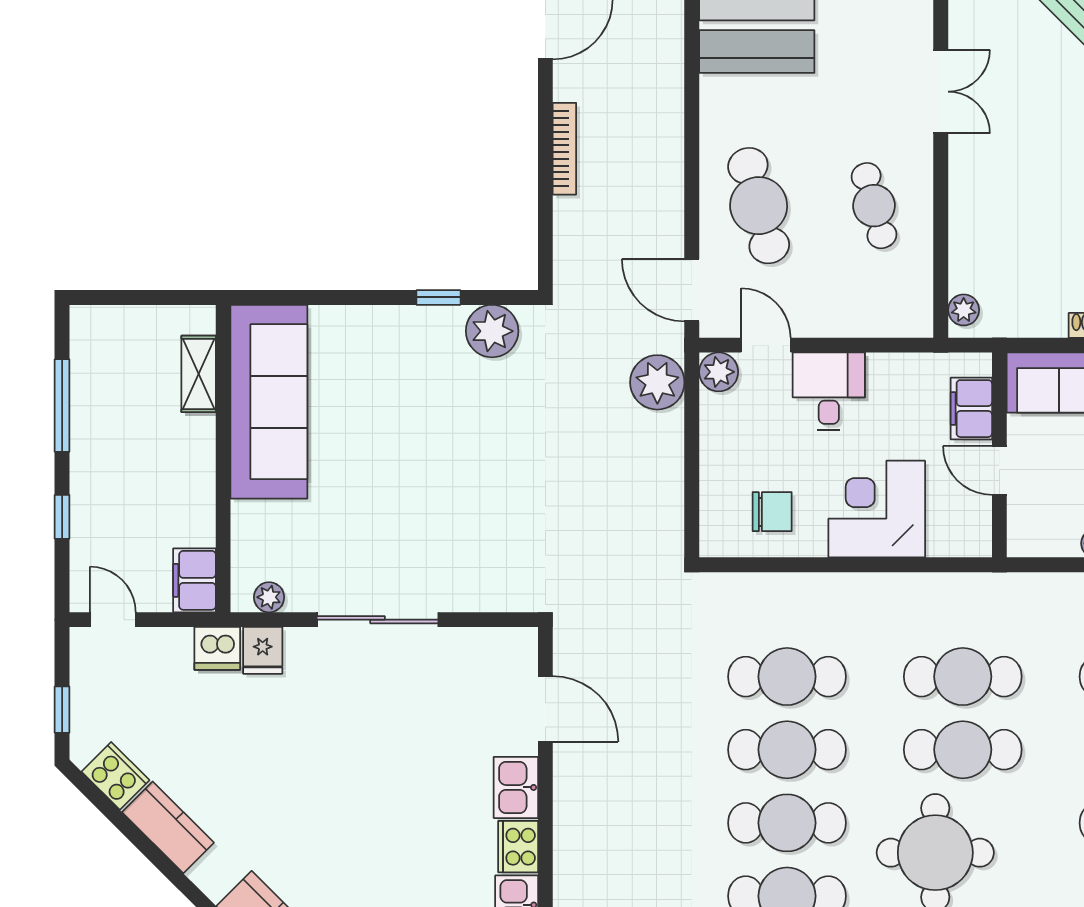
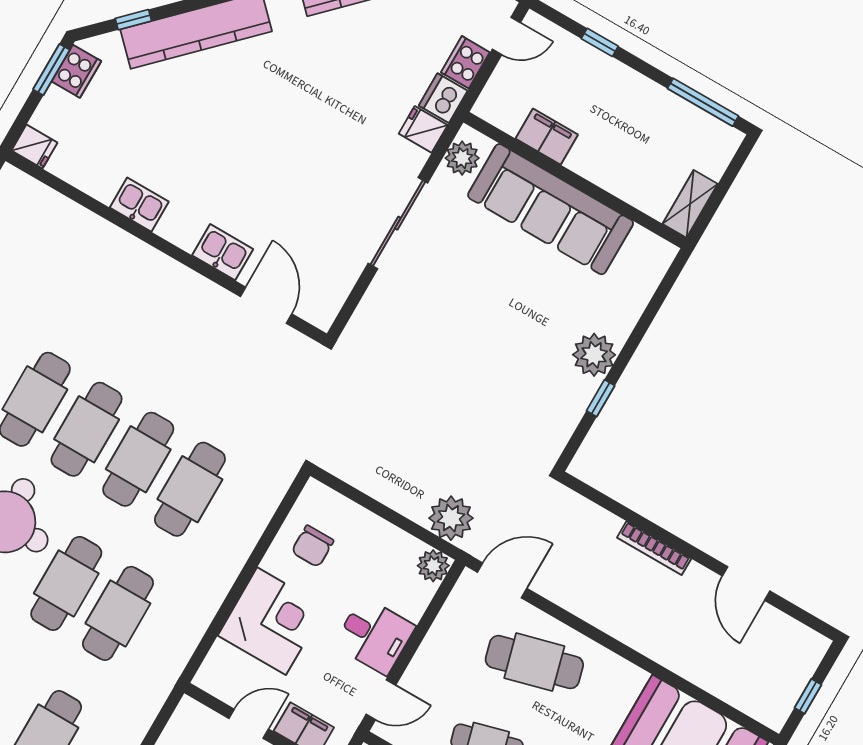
plant: (492, 331) -> (594, 355), moved
door: (766, 345) -> (381, 700), moved
shelving: (199, 374) -> (690, 204), moved, turned 90
sofa: (269, 402) -> (551, 209), moved
window: (62, 406) -> (703, 102), moved
filing cabinet: (195, 580) -> (547, 137), moved
plant: (269, 597) -> (462, 158), width x1.38, depth x1.38
door: (545, 709) -> (266, 305), swing flipped
cooker: (518, 847) -> (465, 62), moved, turned -90

